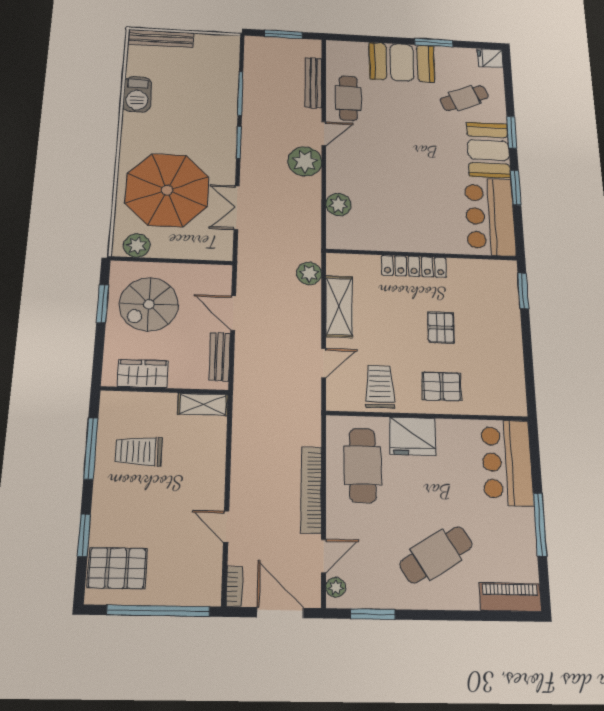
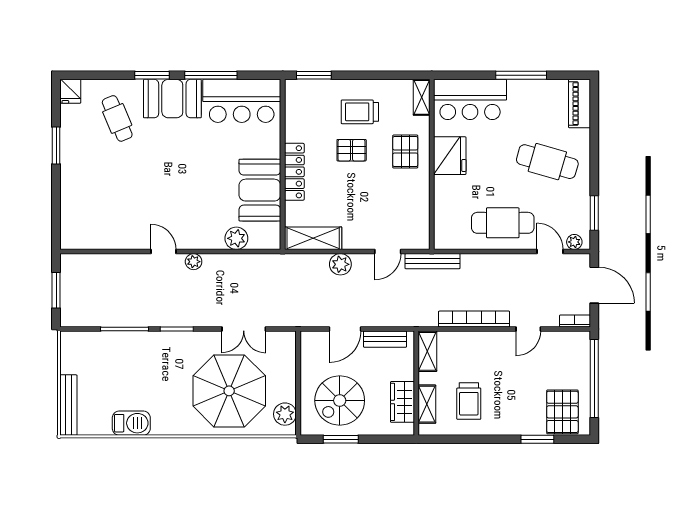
booth: (402, 62) -> (260, 190), moved
bench: (314, 83) -> (433, 261), moved
cafe table: (348, 98) -> (124, 229), removed
plant: (305, 161) -> (194, 262), width x0.53, depth x0.53
window: (516, 188) -> (211, 75), width x1.44
plant: (309, 273) -> (340, 264), moved
spiral stairs: (149, 304) -> (340, 400), turned 90
shelving: (339, 306) -> (313, 238), moved
door: (324, 363) -> (388, 252), swing flipped
trolley: (380, 387) -> (360, 112), moved
shelving: (138, 402) -> (427, 404), added
shelving: (506, 407) -> (422, 97), added
fridge: (413, 436) -> (450, 156), moved
window: (91, 448) -> (467, 439), removed
cafe table: (363, 465) -> (503, 223), moved
bookcase: (311, 490) -> (474, 319), moved, turned 180
cafe table: (436, 555) -> (547, 162), turned -42
door: (280, 613) -> (594, 285), swing flipped

